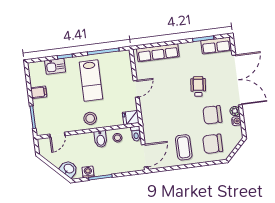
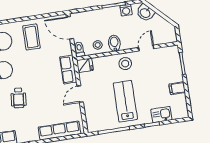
row of seats: (148, 114) -> (68, 69), added
door: (57, 135) -> (146, 48), moved
door: (145, 156) -> (70, 28), hinge flipped

